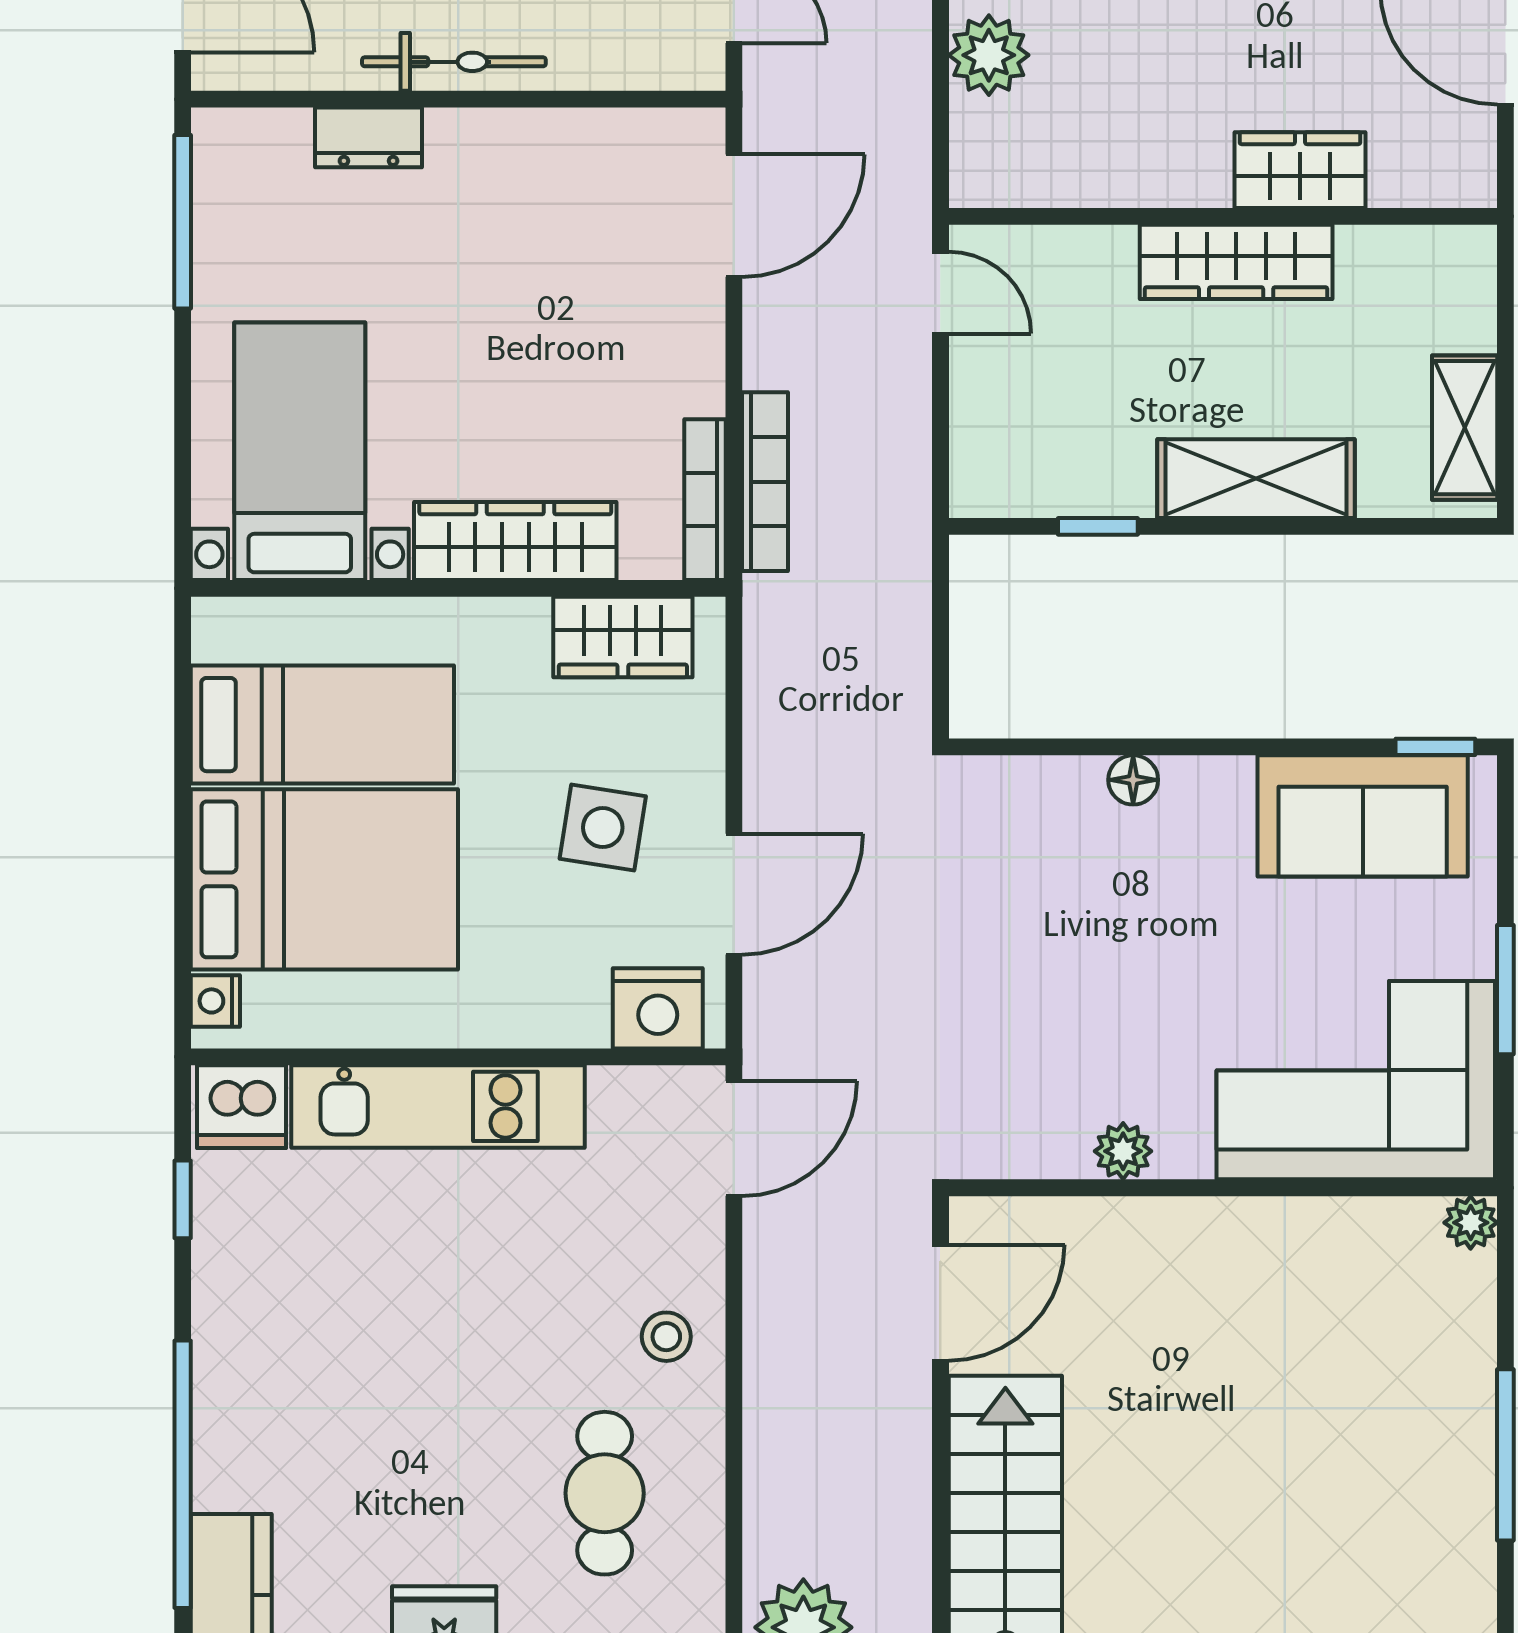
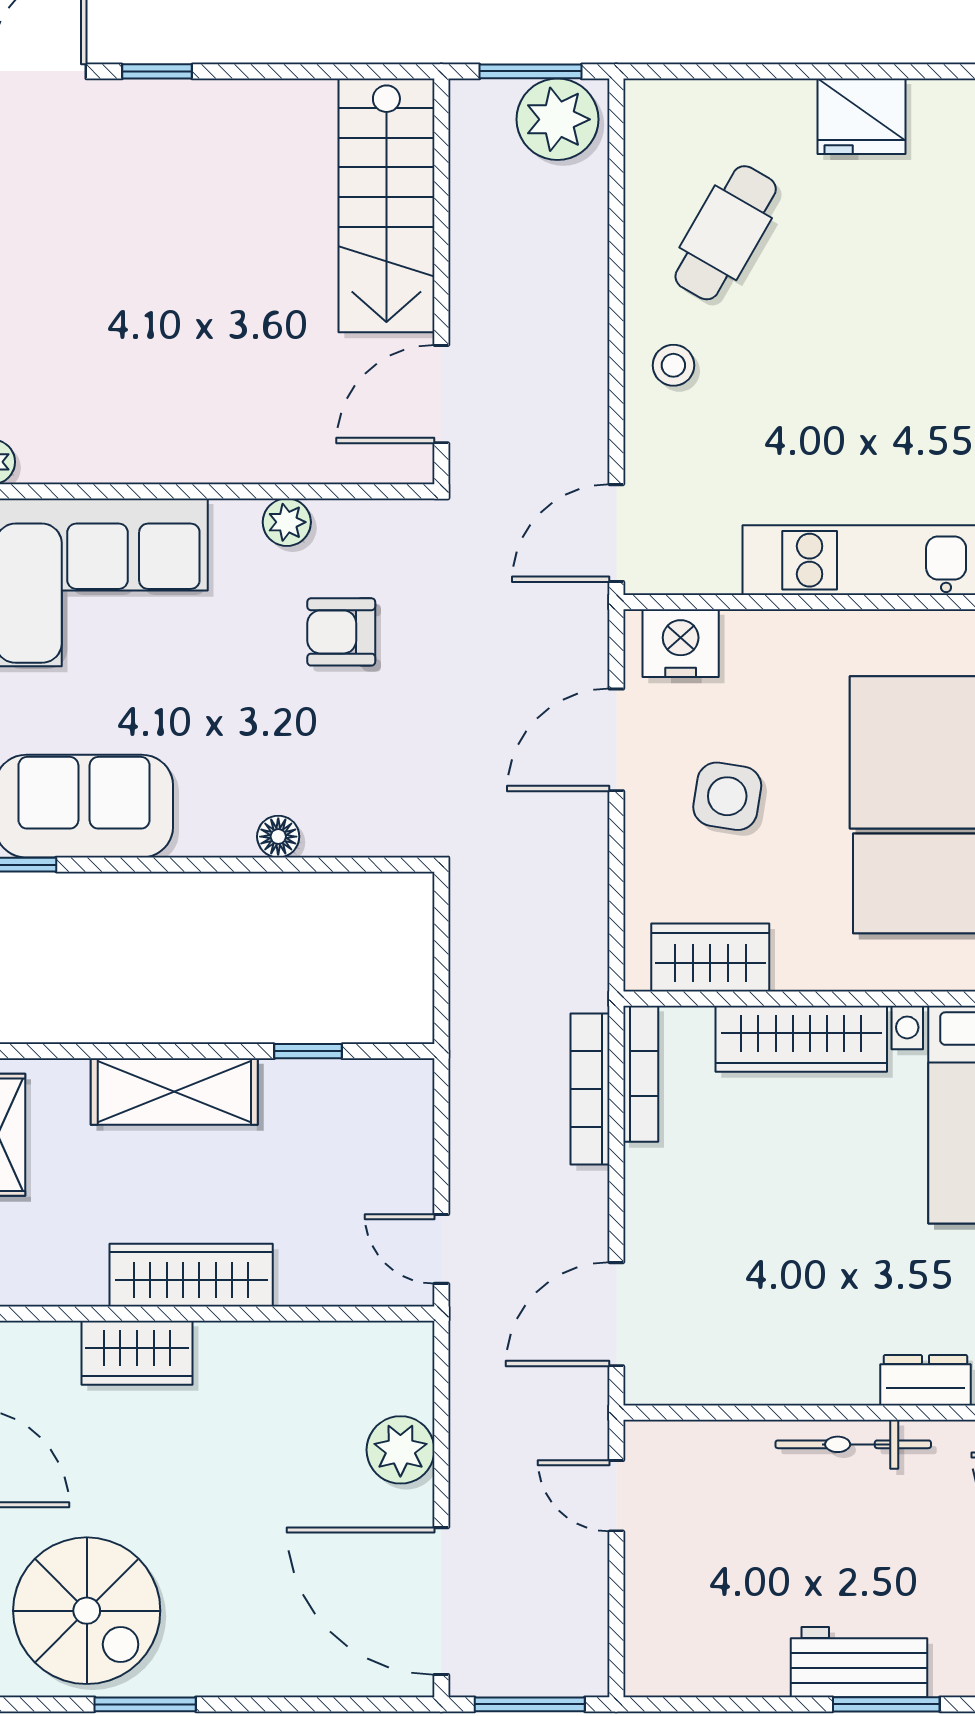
armchair: (1059, 1022) -> (341, 632), added
cafe table: (605, 1493) -> (726, 233), turned 30

